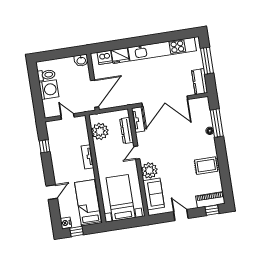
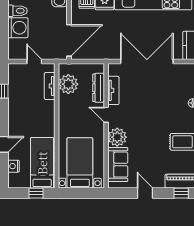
double door: (165, 101) -> (147, 61), swing flipped
tv unit: (138, 120) -> (113, 90), moved
door: (137, 153) -> (106, 115), hinge flipped
tv unit: (88, 157) -> (50, 86), moved
nightstand: (66, 223) -> (13, 166), moved
window: (77, 231) -> (36, 193), moved

